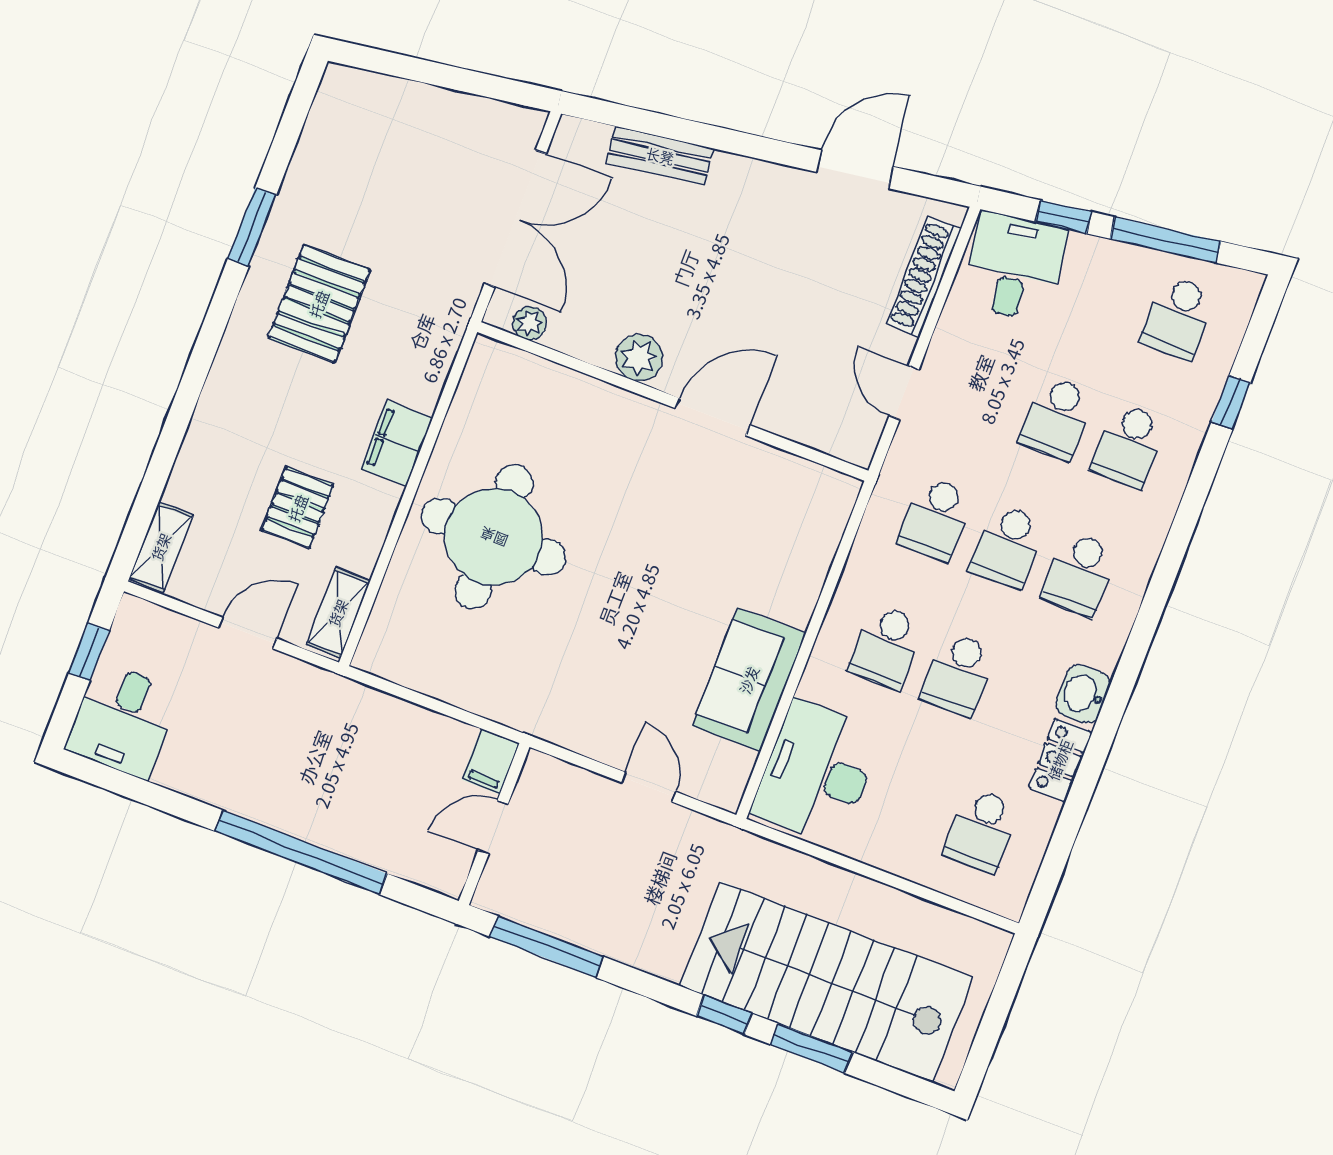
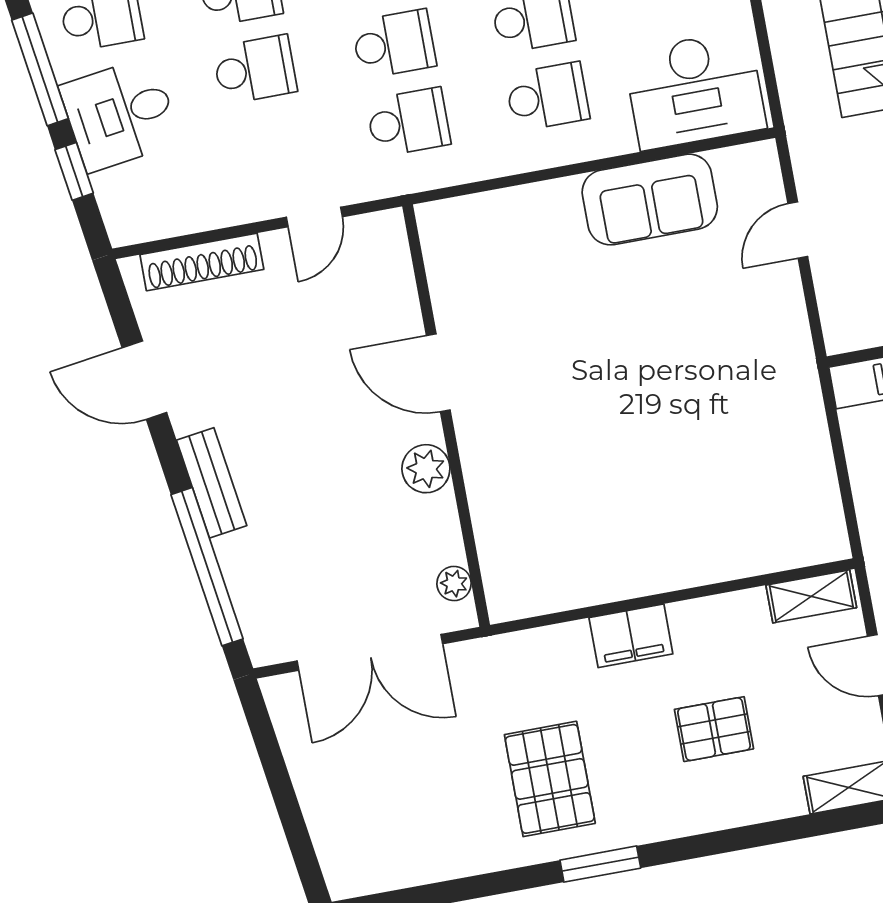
window: (669, 127) -> (207, 567), added
bench: (660, 156) -> (212, 483), moved
double door: (515, 218) -> (370, 652), swing flipped
window: (252, 227) -> (600, 864), moved
desk: (1014, 267) -> (120, 114), moved
pallet: (319, 304) -> (550, 779), turned 90
pallet: (298, 508) -> (714, 729), moved
round table: (494, 537) -> (661, 501), removed

